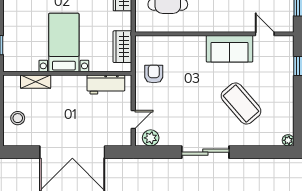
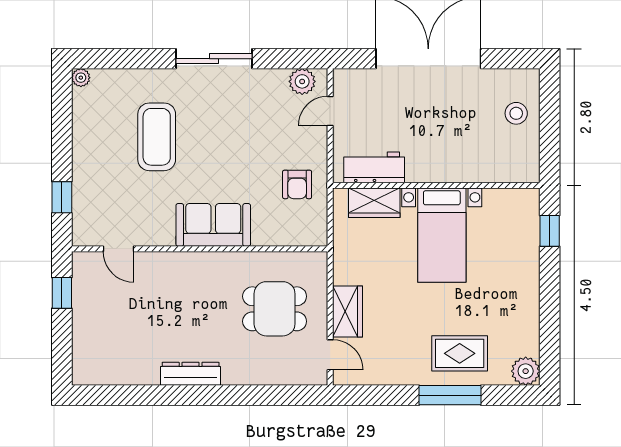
wardrobe: (122, 47) -> (374, 203), moved, turned 90
sofa: (230, 49) -> (213, 225), moved
shelving: (36, 82) -> (487, 172), removed
coffee table: (241, 103) -> (157, 137), turned 41

